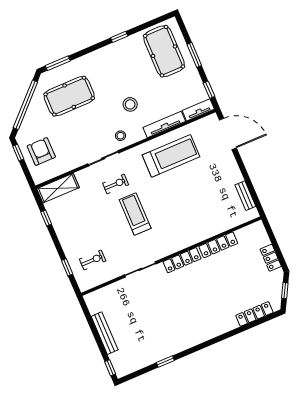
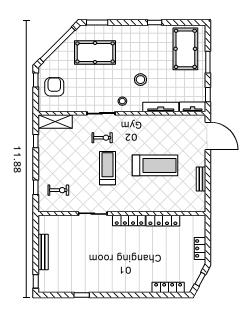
treadmill: (171, 156) -> (155, 165), moved
bench: (245, 196) -> (201, 179), moved

